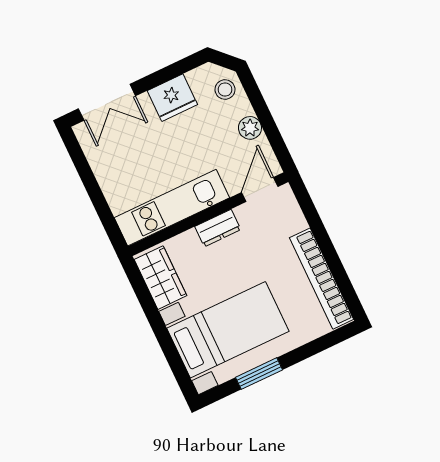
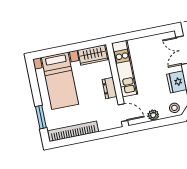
window: (259, 374) -> (41, 117), moved

